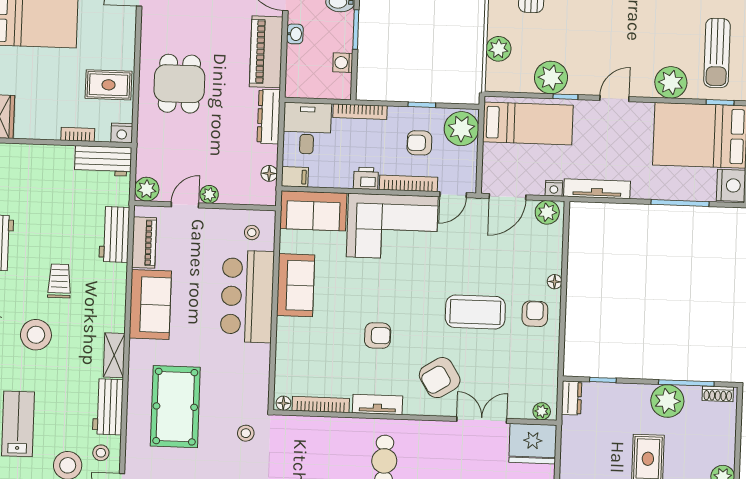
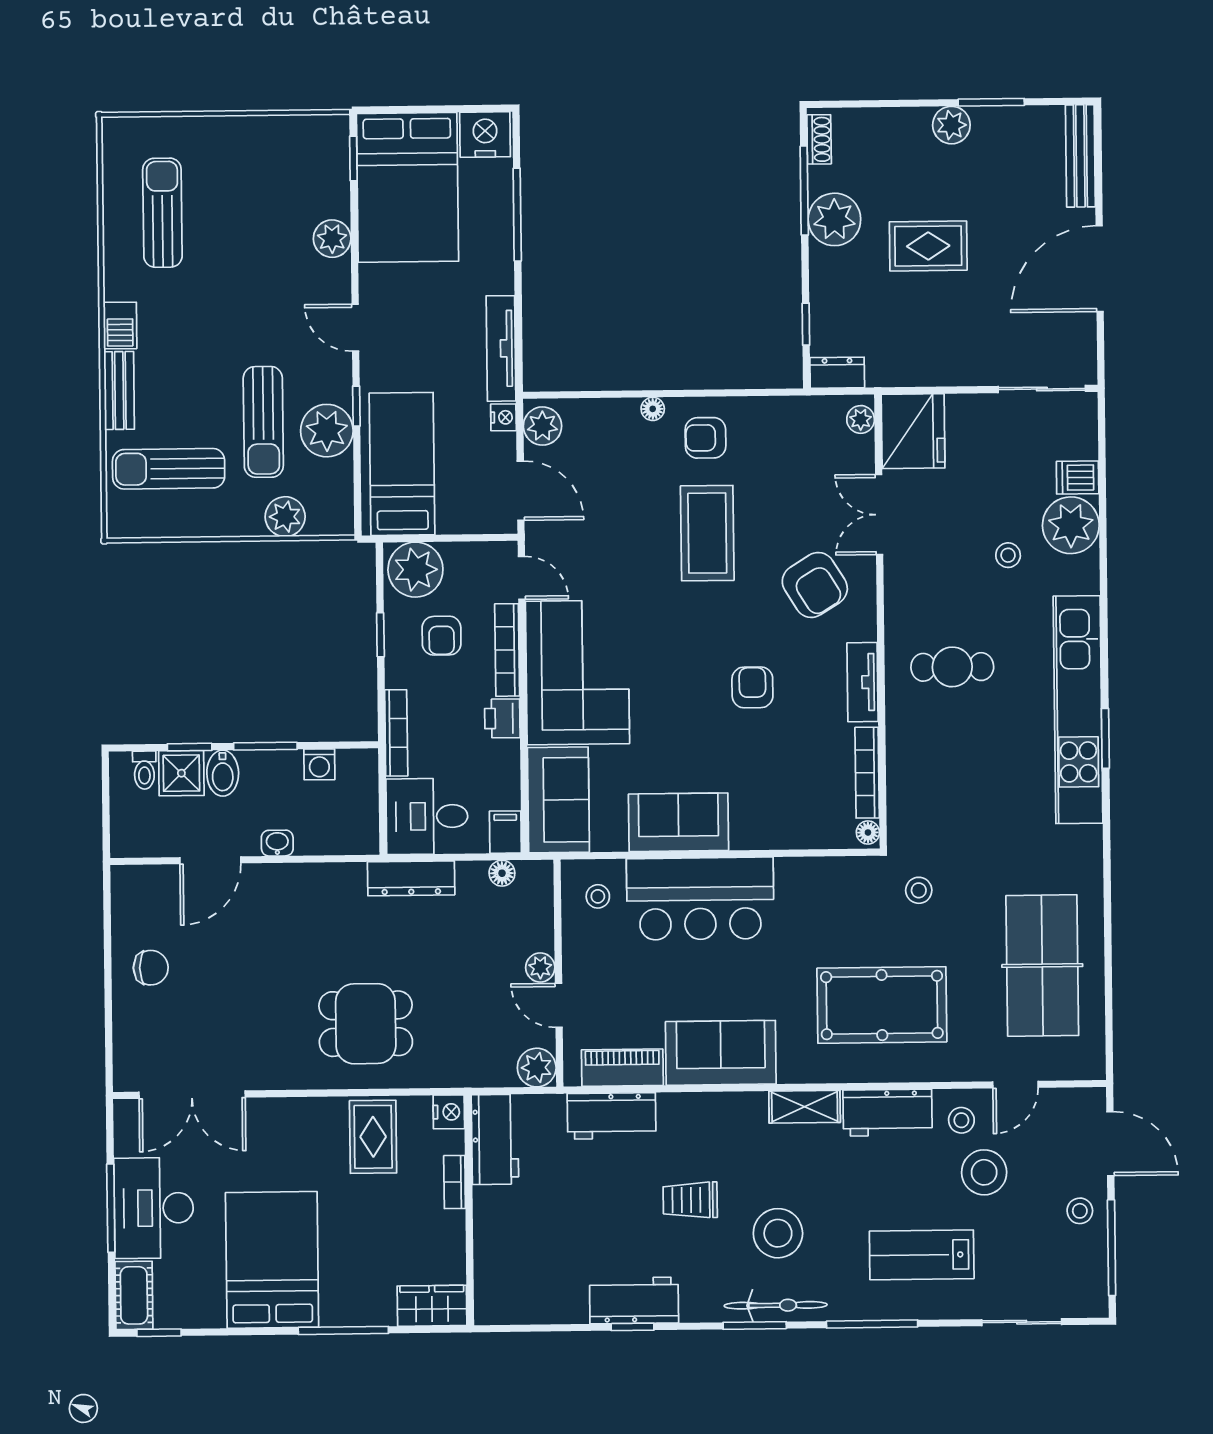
piano: (266, 52) -> (308, 887), removed
sun lounger: (717, 53) -> (263, 422), moved, turned 90
plant: (671, 82) -> (332, 239), width x0.73, depth x0.73

